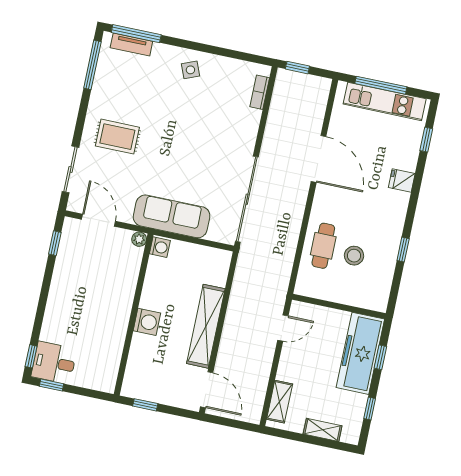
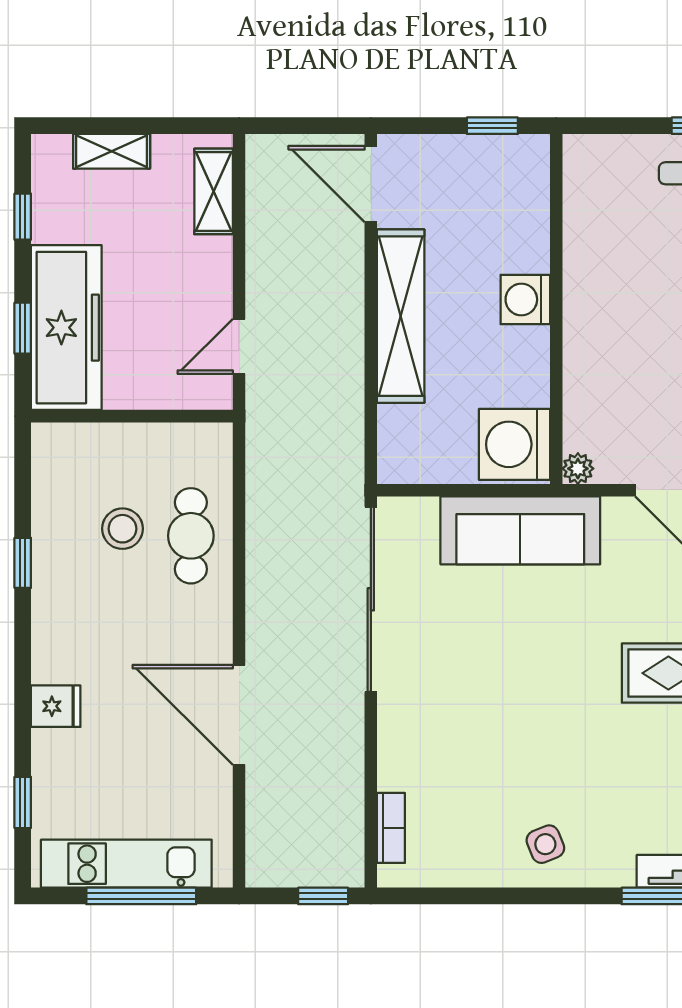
washing machine: (160, 247) -> (514, 444), width x1.89, depth x1.89

